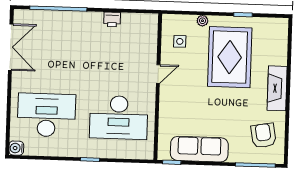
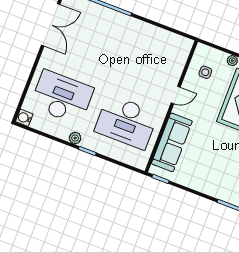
printer: (112, 19) -> (151, 31), removed
sofa: (199, 149) -> (172, 142), moved, turned 90
plant: (73, 151) -> (75, 138), added

